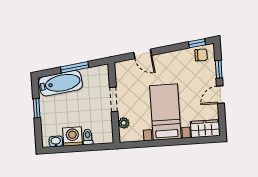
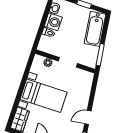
door: (143, 54) -> (88, 117), moved
window: (75, 67) -> (100, 55), moved

